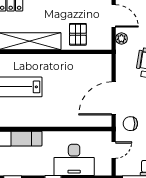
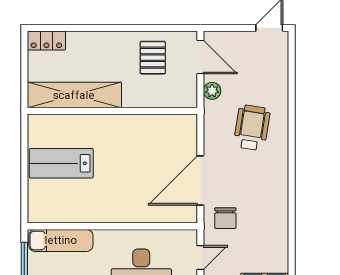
pallet: (78, 34) -> (153, 58), moved
chair: (130, 124) -> (225, 218), turned -90

